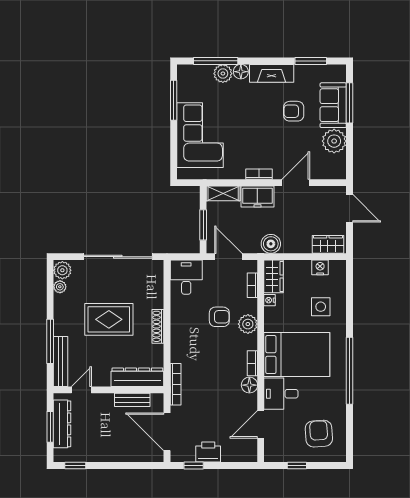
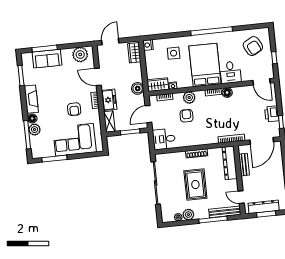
armchair: (294, 111) -> (74, 109), moved
plant: (334, 141) -> (80, 55), moved
nightstand: (320, 267) -> (148, 45), moved
plant: (62, 270) -> (188, 215), moved
door: (261, 424) -> (261, 82), moved
armchair: (319, 434) -> (253, 46), turned -114

